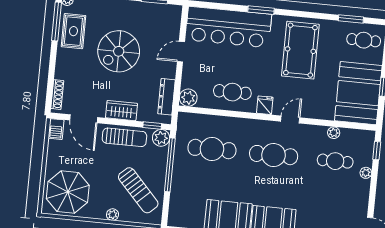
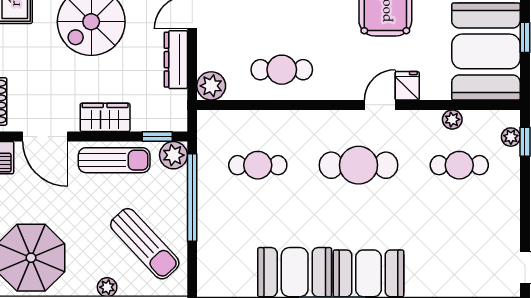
dresser: (167, 97) -> (176, 60), moved
fridge: (265, 105) -> (407, 86), moved
cafe table: (212, 149) -> (258, 165), width x0.73, depth x0.74
plant: (366, 173) -> (511, 137), moved

